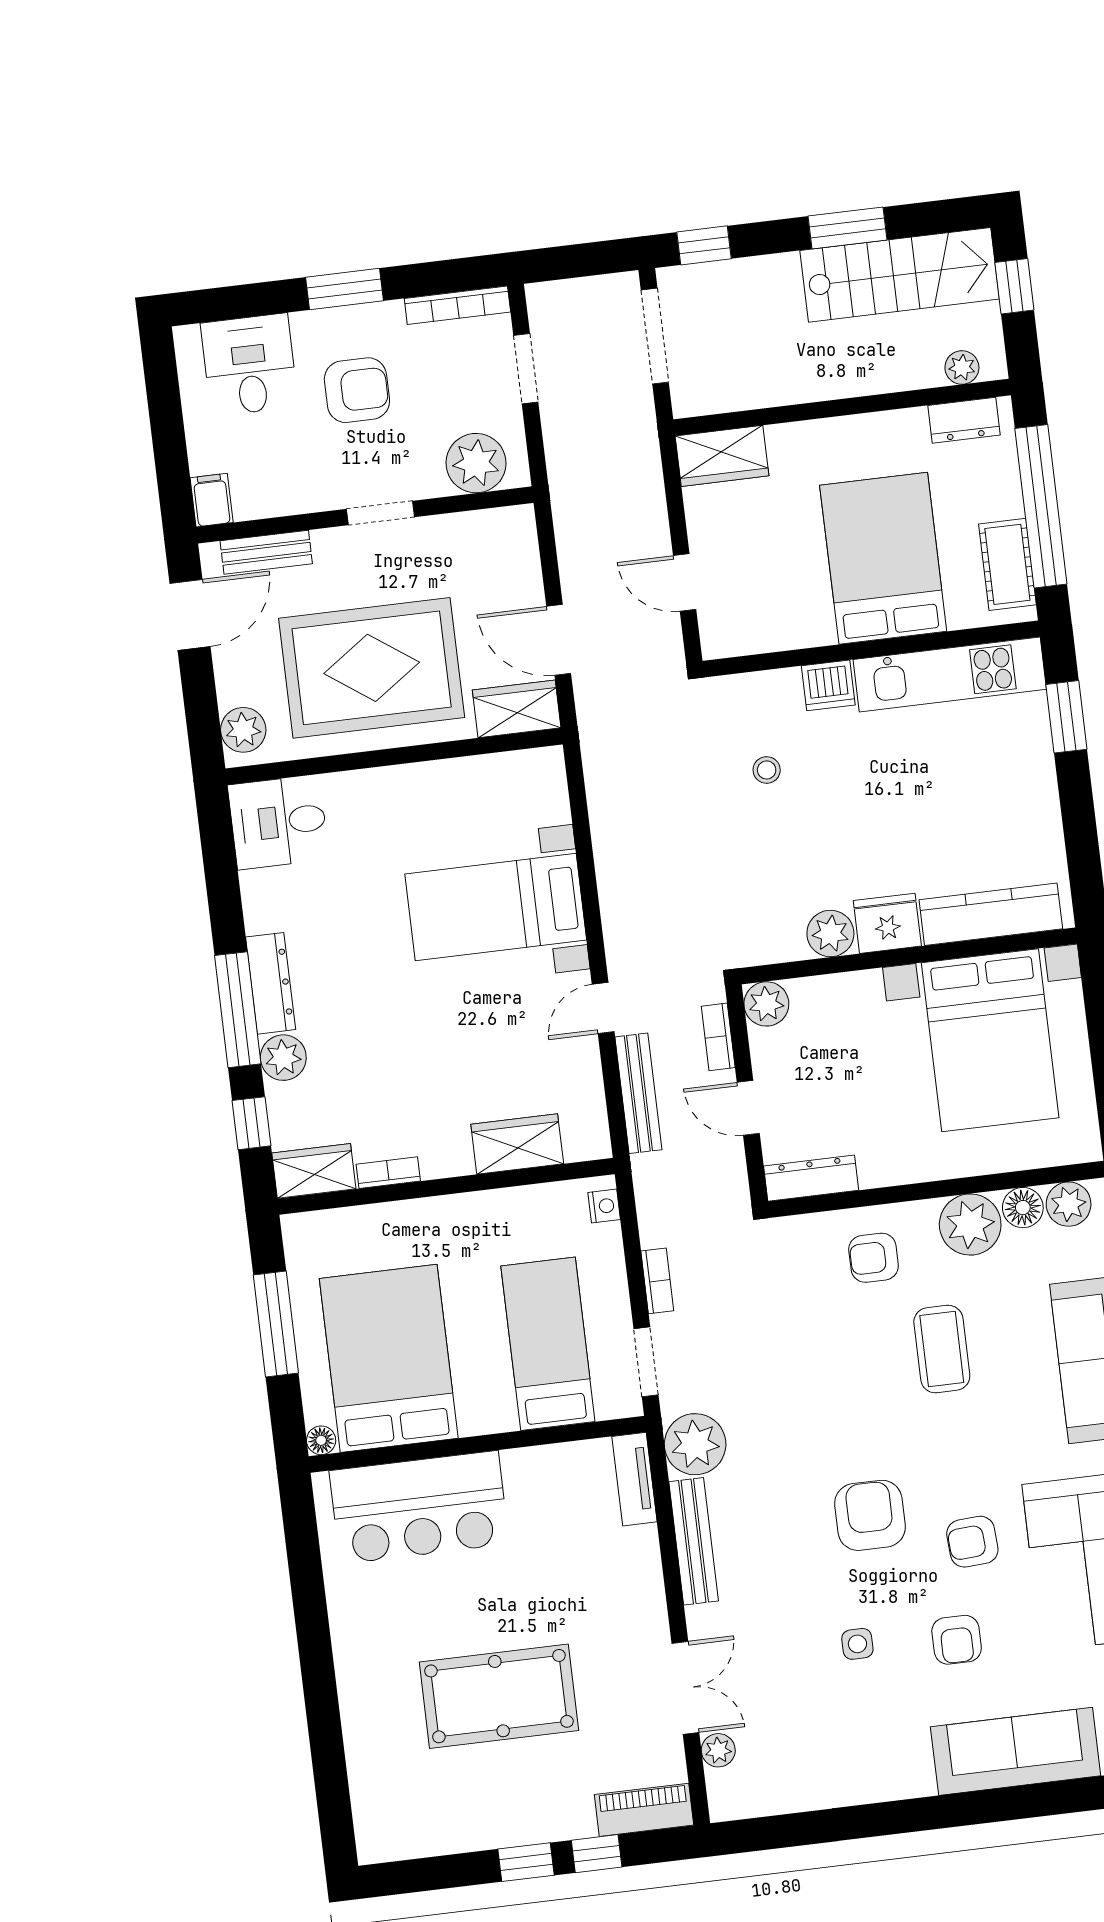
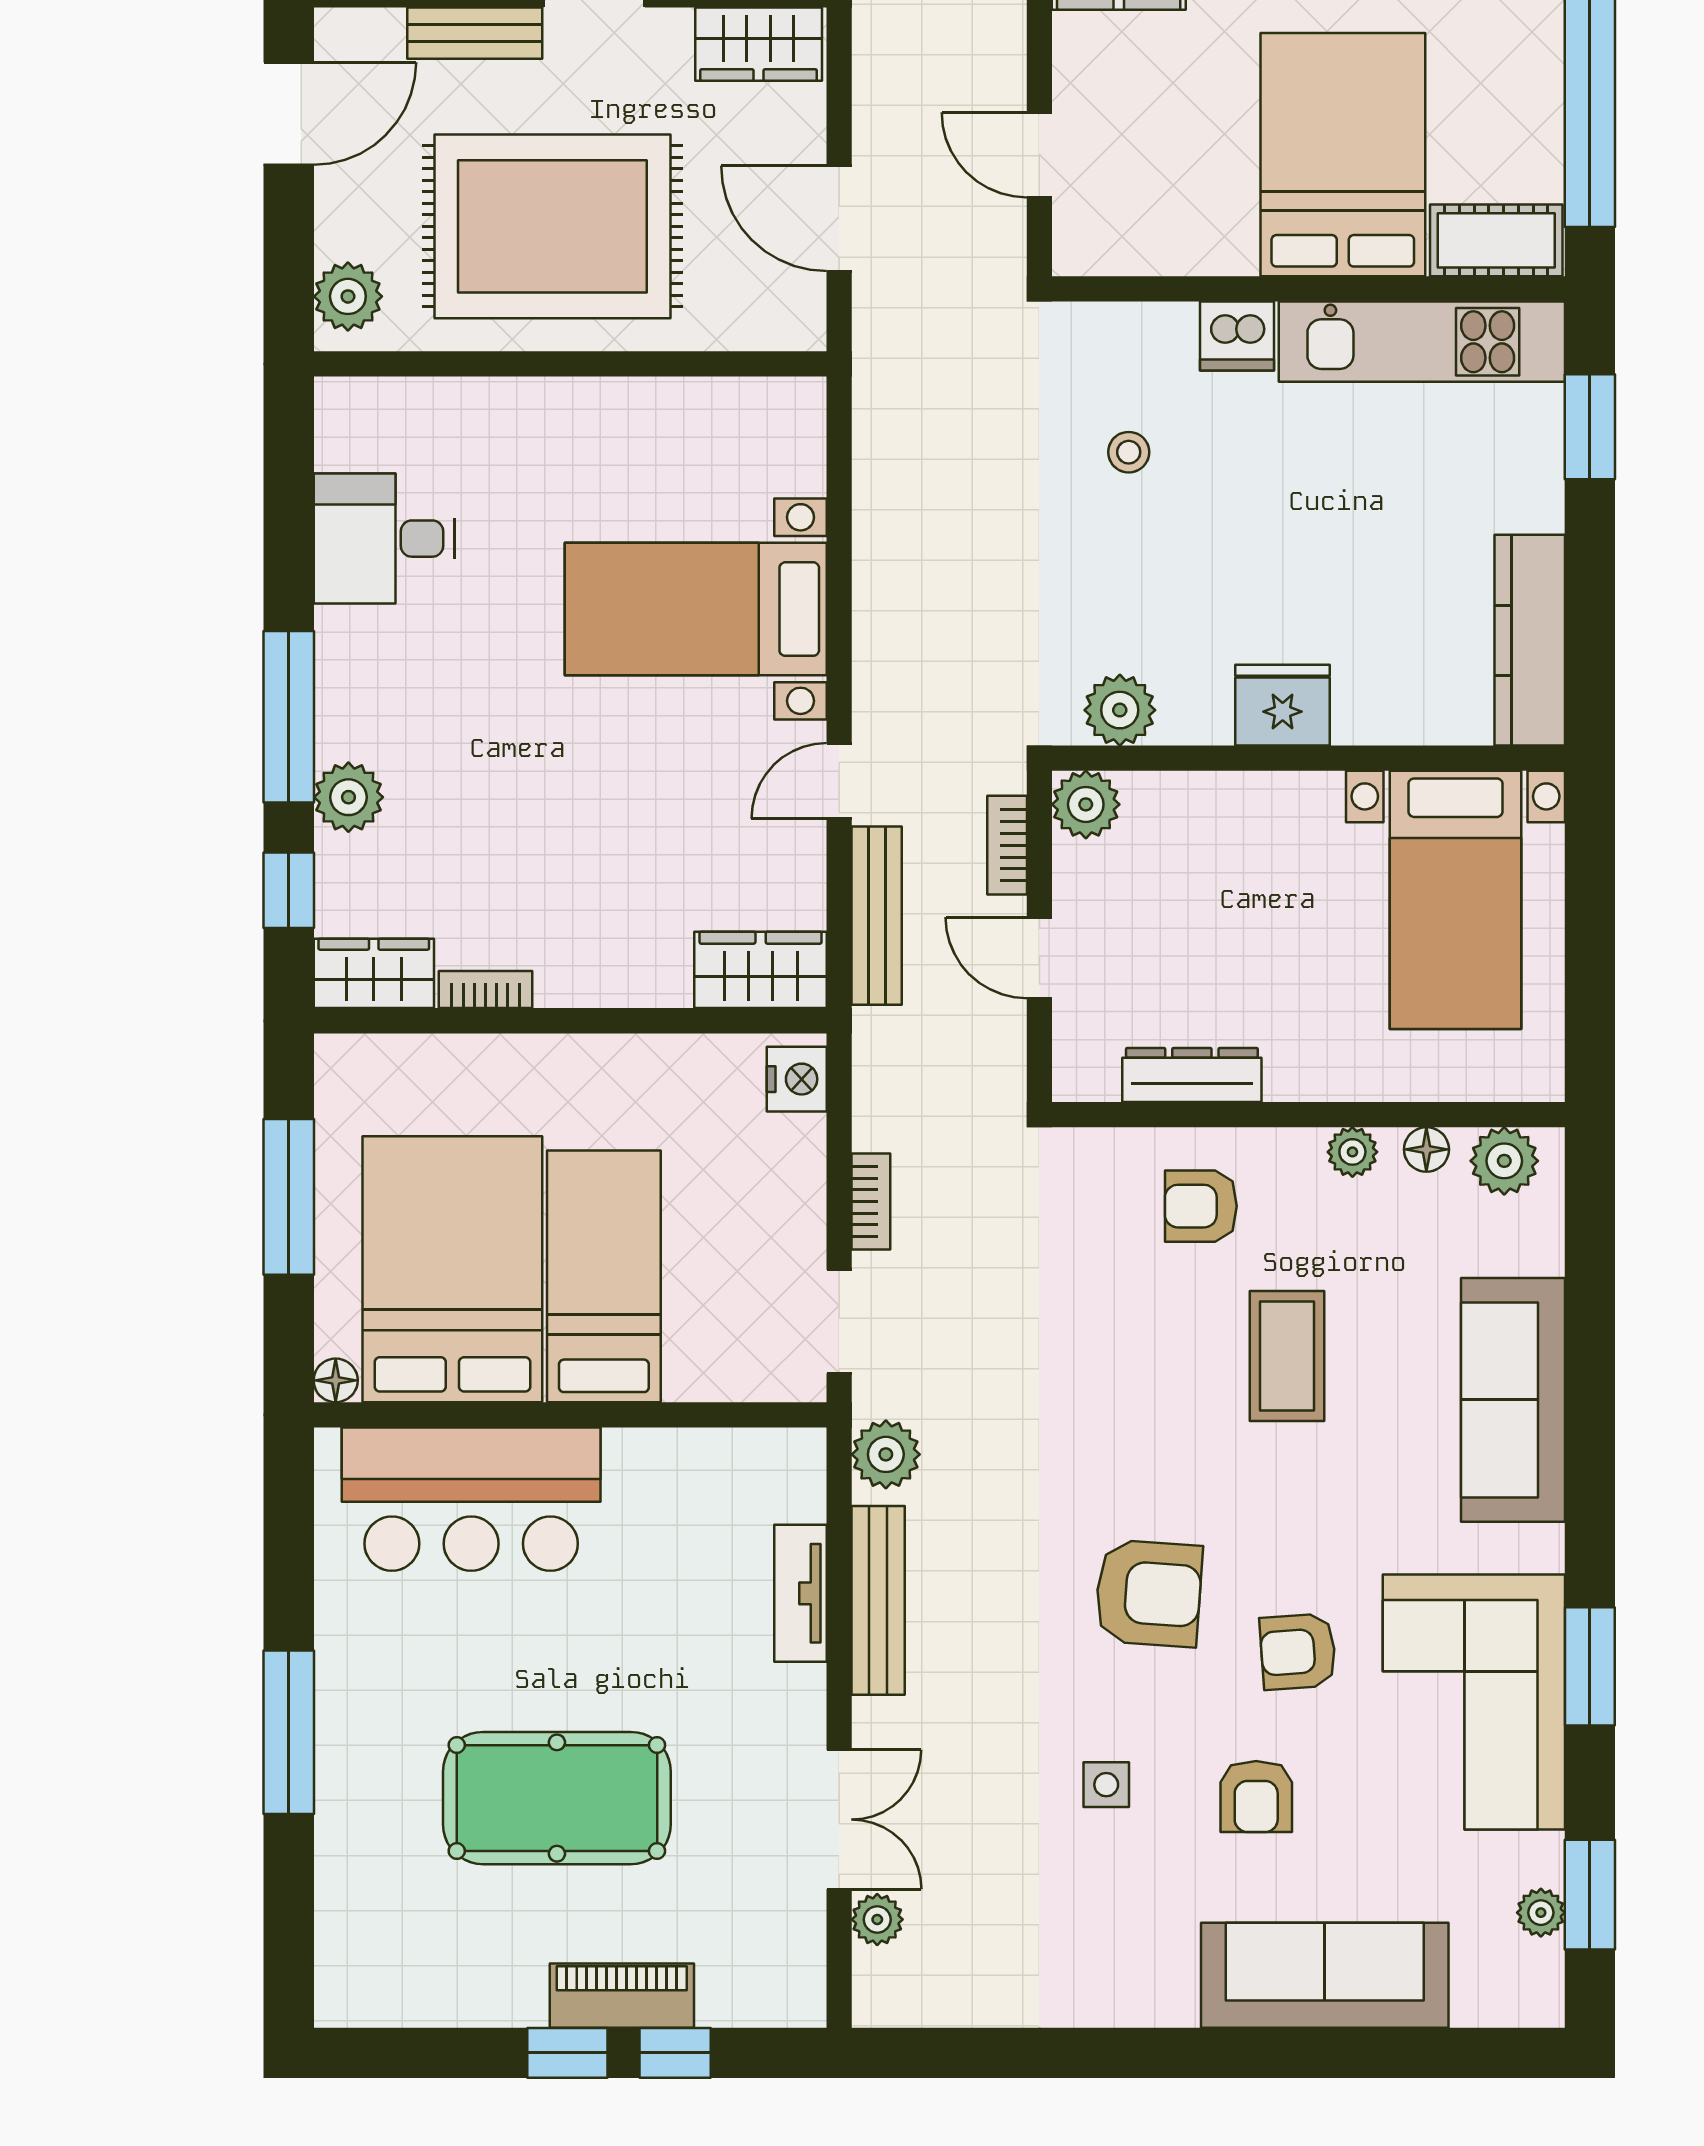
bench: (266, 552) -> (475, 33), moved
cot: (1007, 564) -> (1496, 240), moved, turned 90
wardrobe: (517, 709) -> (759, 44), moved, turned 180
desk: (278, 822) -> (384, 539), moved
kitchen counter: (991, 914) -> (1530, 640), moved, turned -90
plant: (830, 933) -> (1120, 710), moved
dresser: (271, 983) -> (343, 683), removed
bed with nightstands: (990, 1040) -> (1456, 900), width x0.73
wardrobe: (517, 1144) -> (761, 970), moved
dresser: (811, 1178) -> (1192, 1075), moved
nightstand: (604, 1206) -> (797, 1079), width x1.39, depth x1.35
floor lamp: (1023, 1208) -> (1426, 1149), width x0.73, depth x0.73
plant: (970, 1225) -> (1352, 1152), width x0.53, depth x0.53
bed: (548, 1344) -> (604, 1276), moved
plant: (695, 1444) -> (886, 1454), width x0.73, depth x0.73
tv unit: (634, 1479) -> (801, 1593), moved
armchair: (870, 1515) -> (1148, 1593), turned 94
window: (318, 1674) -> (289, 1732), added
piano: (644, 1810) -> (622, 1996), moved

